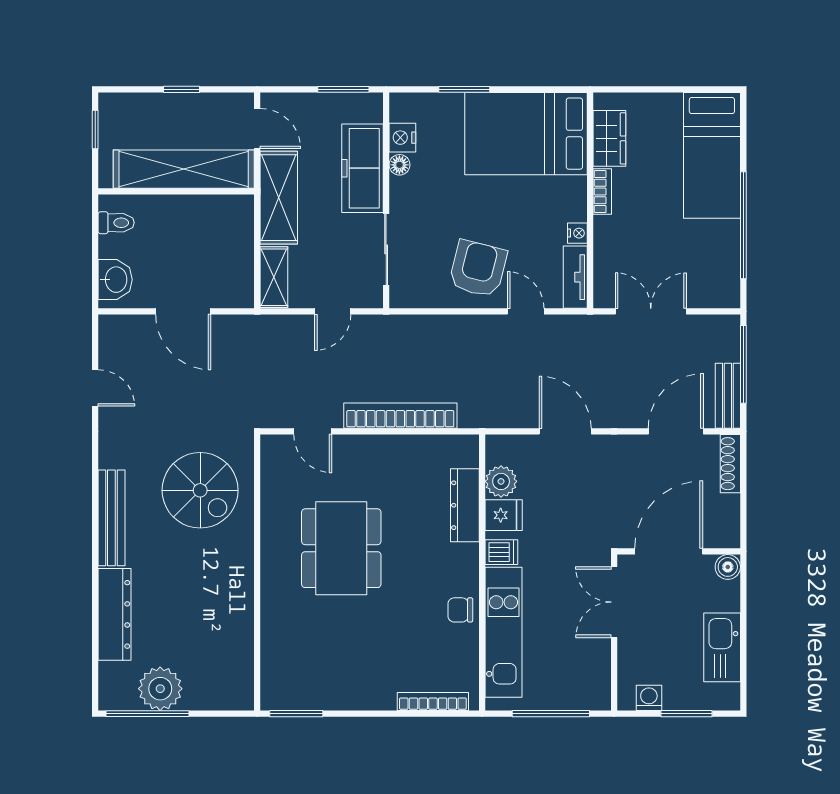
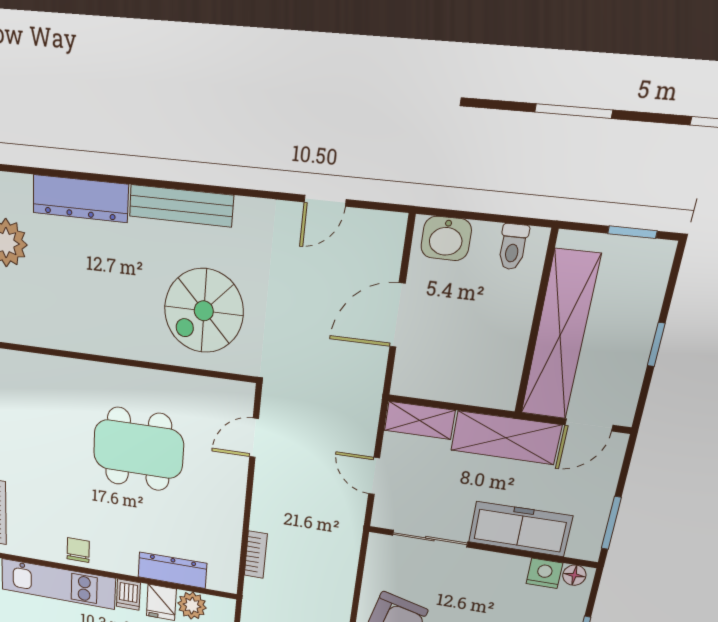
floor lamp: (399, 165) -> (574, 575), moved
bookcase: (400, 416) -> (256, 555), width x0.43, depth x0.76

